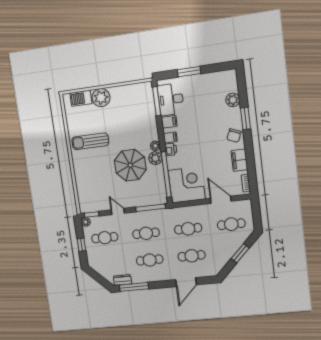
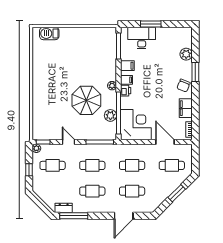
plant: (101, 98) -> (68, 35), removed
desk: (171, 99) -> (142, 38), moved, turned 90
sun lounger: (90, 141) -> (52, 74), removed
plant: (155, 158) -> (110, 115), moved

